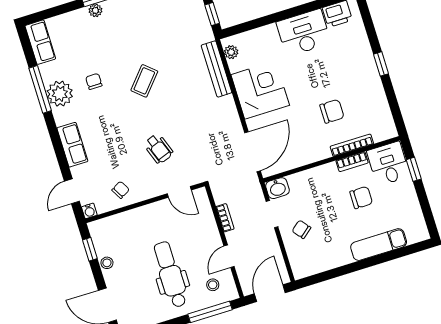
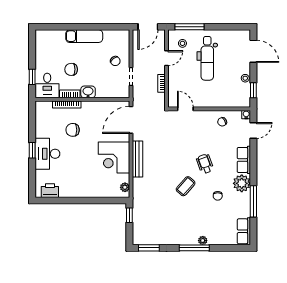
desk: (304, 33) -> (47, 154), moved, turned 90
bench: (217, 69) -> (137, 159), moved
plant: (60, 94) -> (242, 183), moved
wheelchair: (159, 149) -> (205, 164), moved
washbasin: (277, 188) -> (88, 92), moved
exam couch: (379, 245) -> (84, 36), moved

